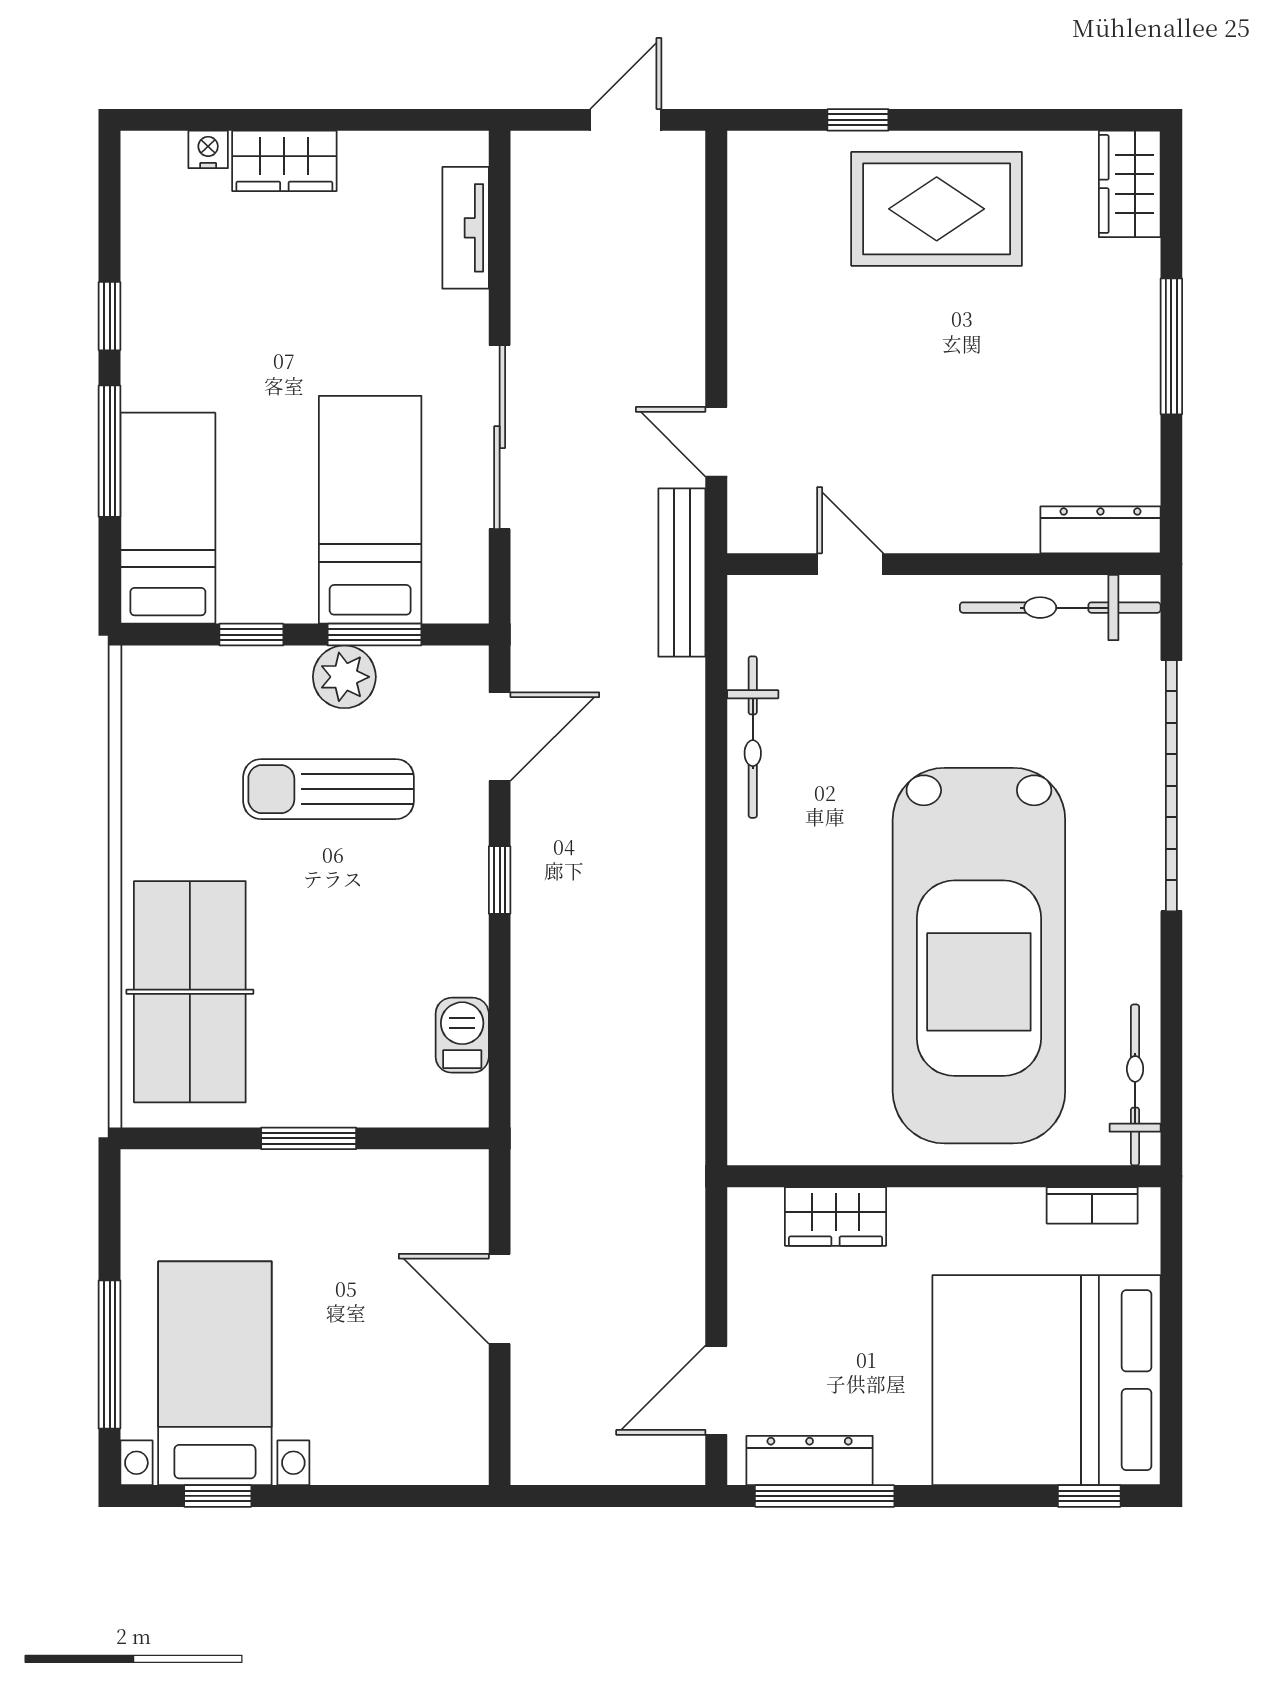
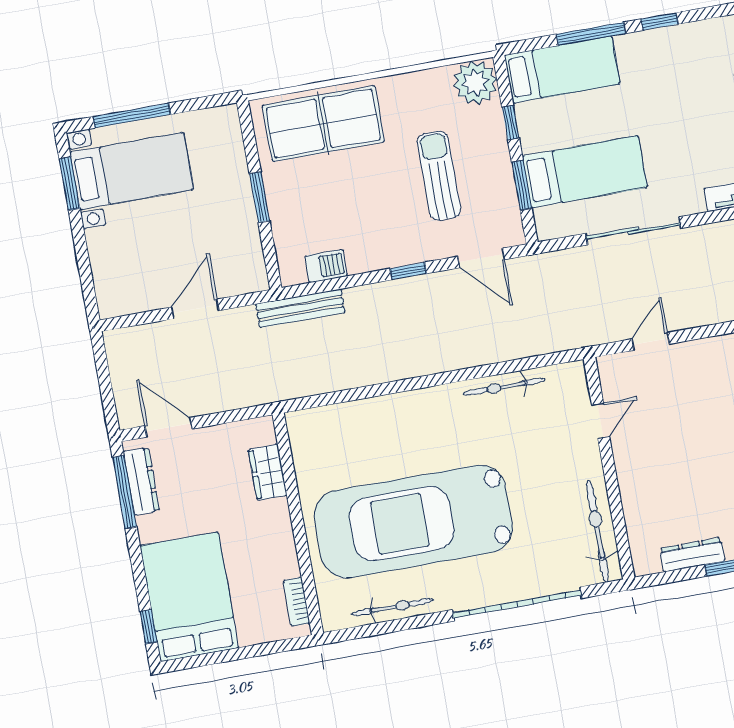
dresser: (1100, 530) -> (692, 555), moved, turned -90
bench: (682, 573) -> (300, 308), moved
plant: (344, 677) -> (475, 83), moved, width x1.36, depth x1.36
bicycle: (1135, 1085) -> (393, 607), moved
bed: (1046, 1380) -> (189, 597), width x0.73
window: (218, 1496) -> (70, 183), width x1.50

